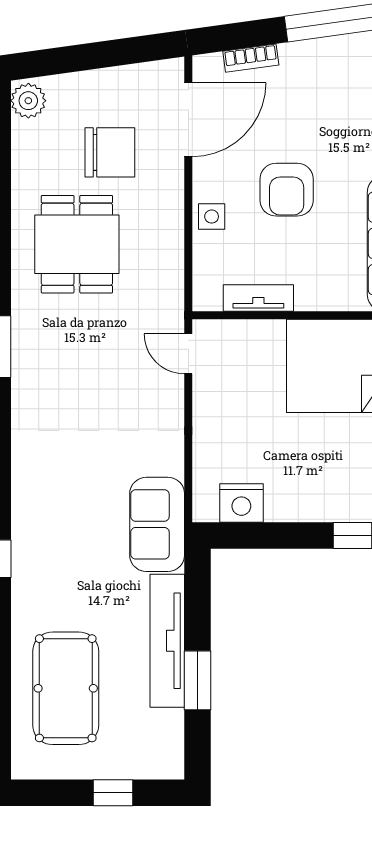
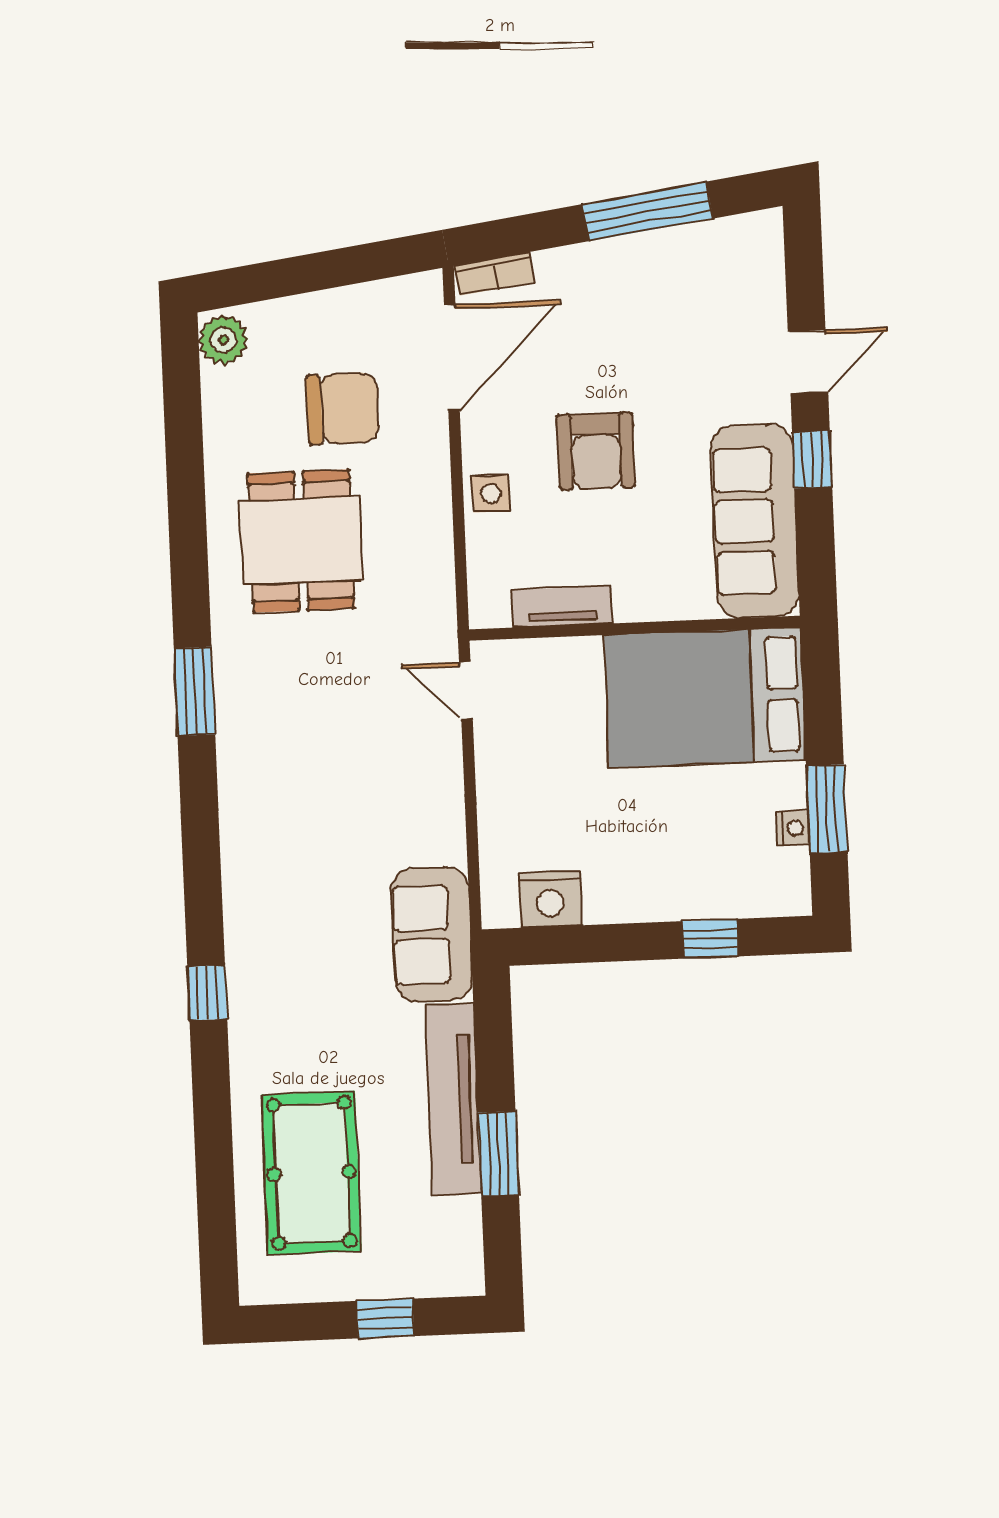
bookcase: (251, 58) -> (495, 274), moved

